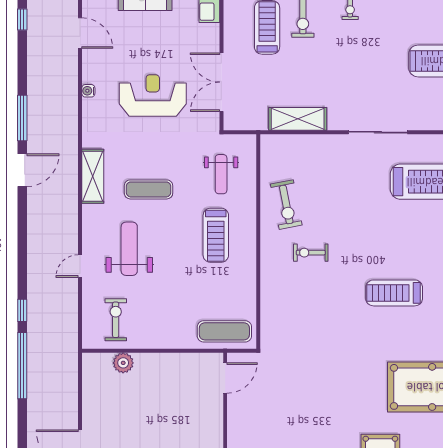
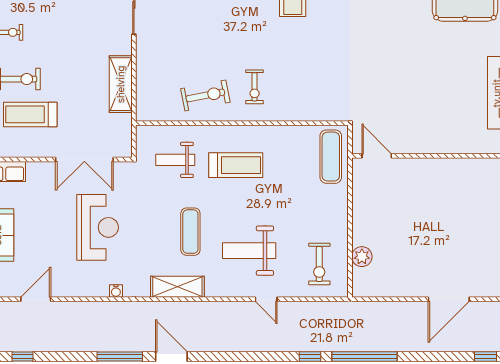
water cooler: (88, 91) -> (116, 291), moved
reception desk: (153, 96) -> (98, 227), turned 180
weight bench: (221, 174) -> (175, 160), turned 180
exercise bike: (311, 253) -> (255, 87), moved
exercise bike: (116, 320) -> (319, 264), turned -90

